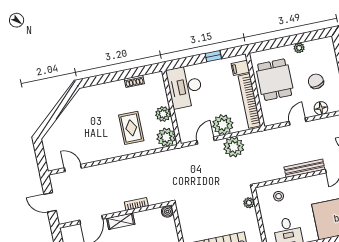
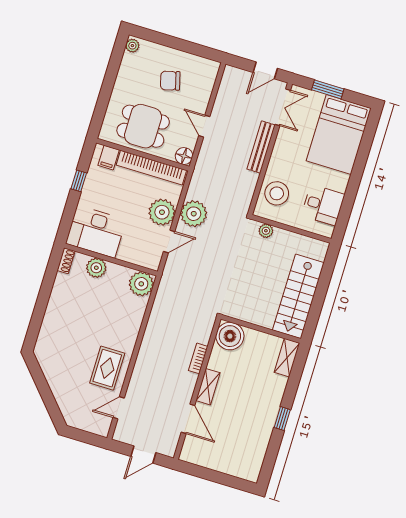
plant: (299, 48) -> (132, 46), moved
shoe rack: (134, 81) -> (66, 261), moved
floor lamp: (321, 108) -> (184, 156), moved
plant: (163, 114) -> (96, 268), moved
rug: (131, 128) -> (107, 368), moved, turned 90
door: (206, 141) -> (169, 241), swing flipped
stool: (279, 196) -> (277, 193), width x1.89, depth x1.89
boiler: (167, 211) -> (230, 336), width x1.86, depth x1.86

